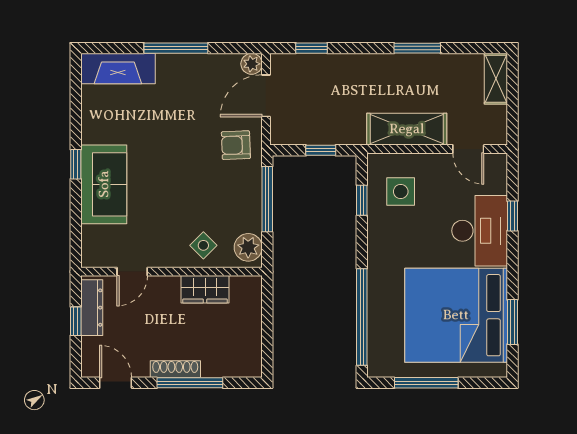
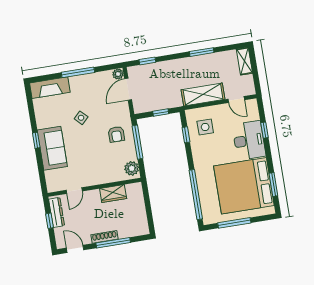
armchair: (236, 145) -> (116, 134), moved, turned -88
side table: (203, 245) -> (81, 118), moved

